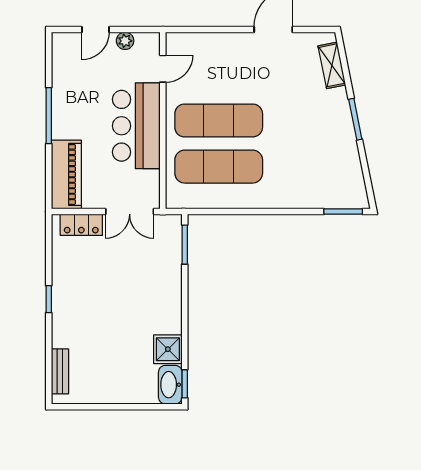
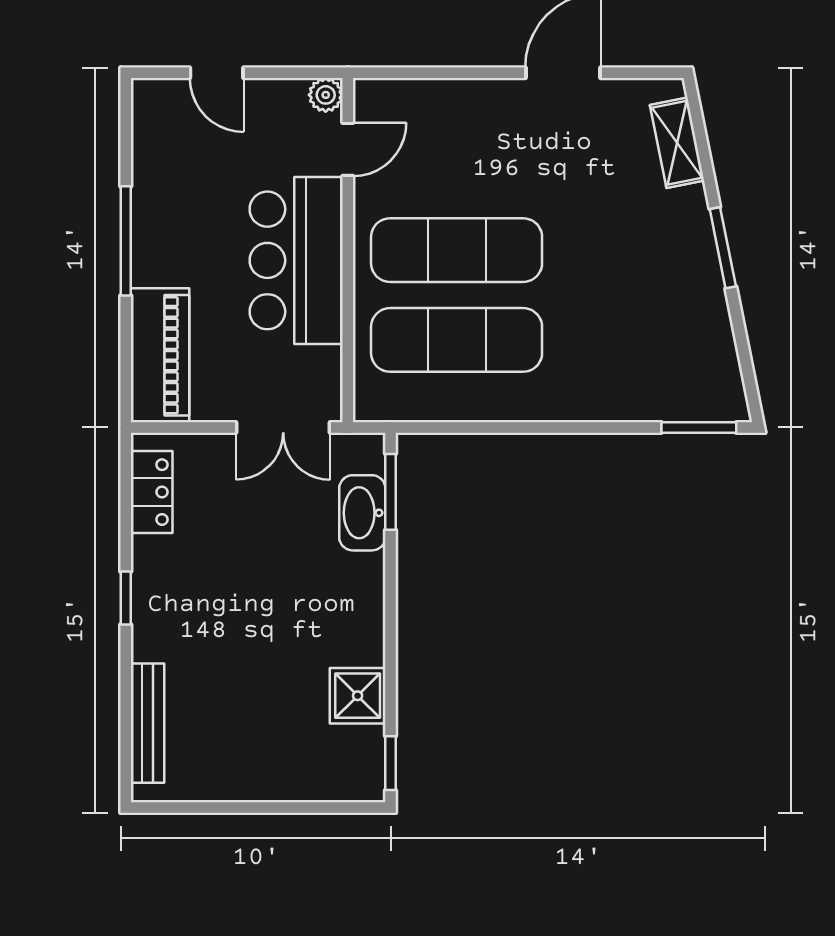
door: (95, 29) -> (217, 73), hinge flipped
plant: (125, 41) -> (326, 95), moved
locker: (81, 225) -> (152, 492), moved, turned -90
bench: (60, 371) -> (148, 723), width x1.36
washbasin: (170, 385) -> (362, 513), moved

